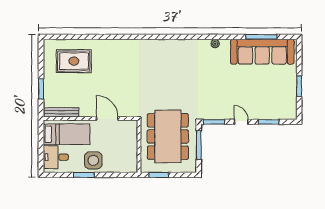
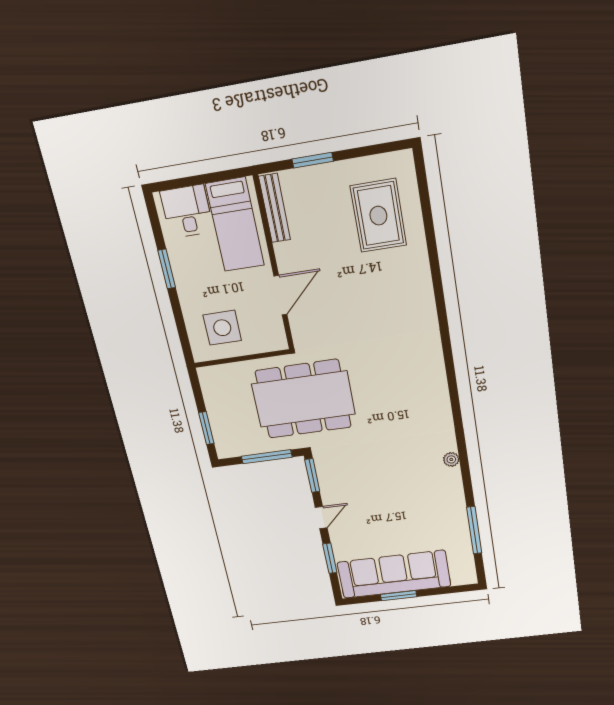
sofa: (262, 52) -> (394, 574), moved, turned 90
dining table: (168, 136) -> (303, 399), moved
side table: (93, 160) -> (222, 328), moved
window: (159, 175) -> (206, 428), moved

